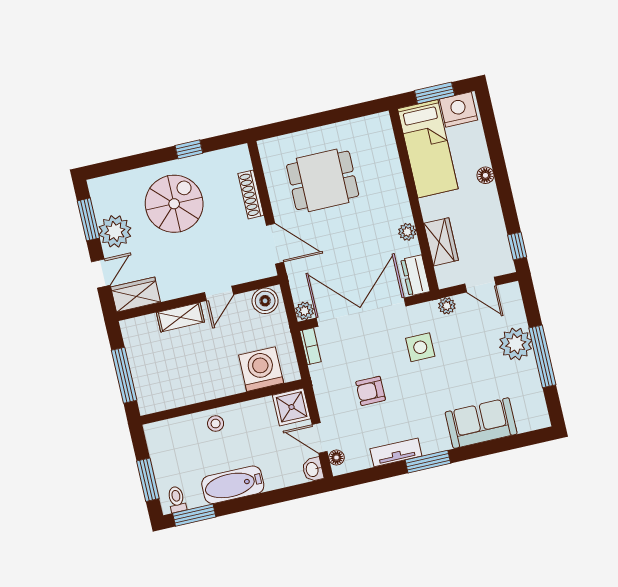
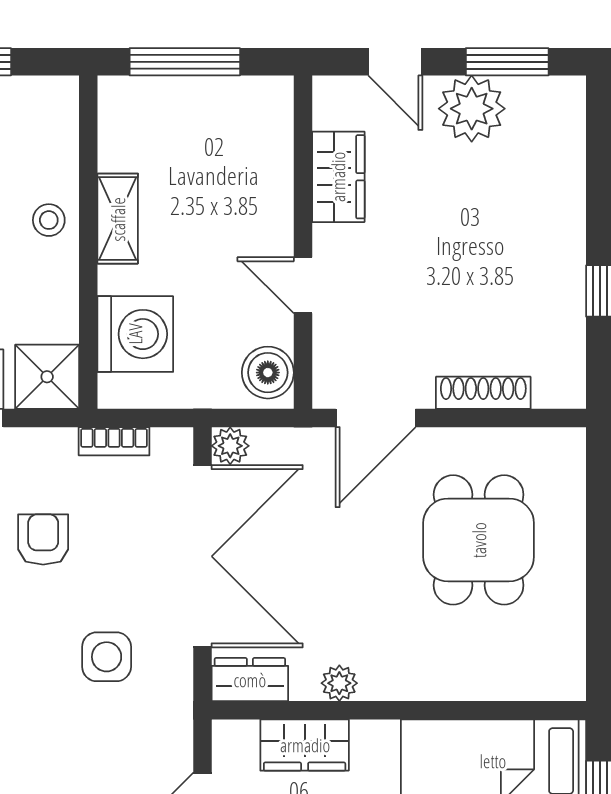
spiral stairs: (174, 204) -> (499, 237), removed
wardrobe: (136, 295) -> (338, 177), moved
plant: (447, 306) -> (176, 728), removed
shelving: (180, 317) -> (118, 219), moved
bookcase: (310, 346) -> (114, 441), moved

